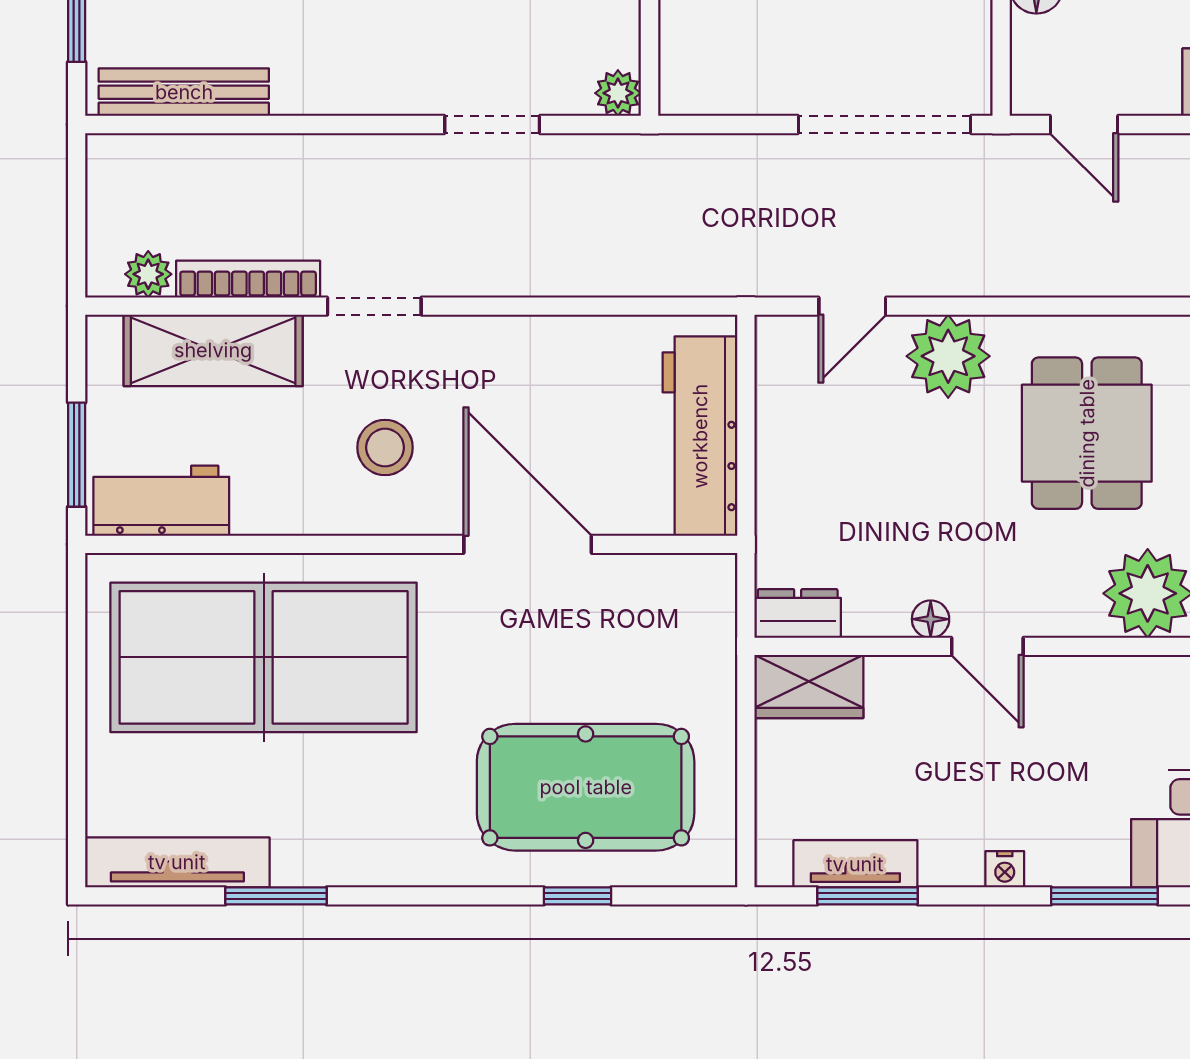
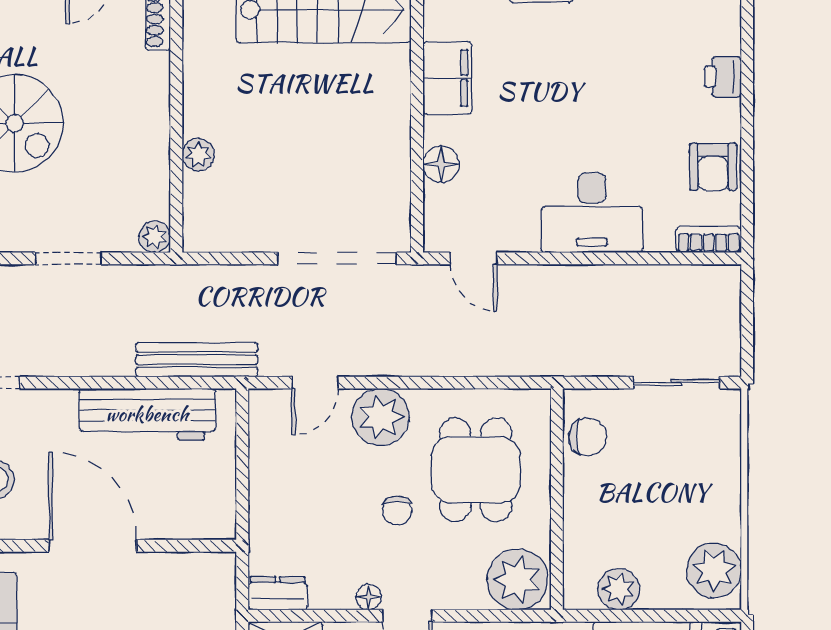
bench: (680, 273) -> (197, 360), added
workbench: (700, 436) -> (147, 414), moved, turned -90
chair: (972, 493) -> (397, 511), added

